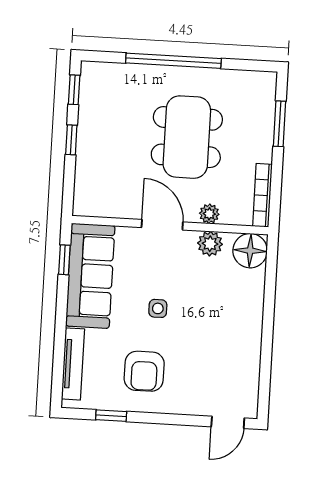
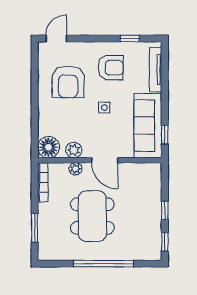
armchair: (213, 352) -> (68, 82), added
armchair: (144, 371) -> (111, 68), turned 91

